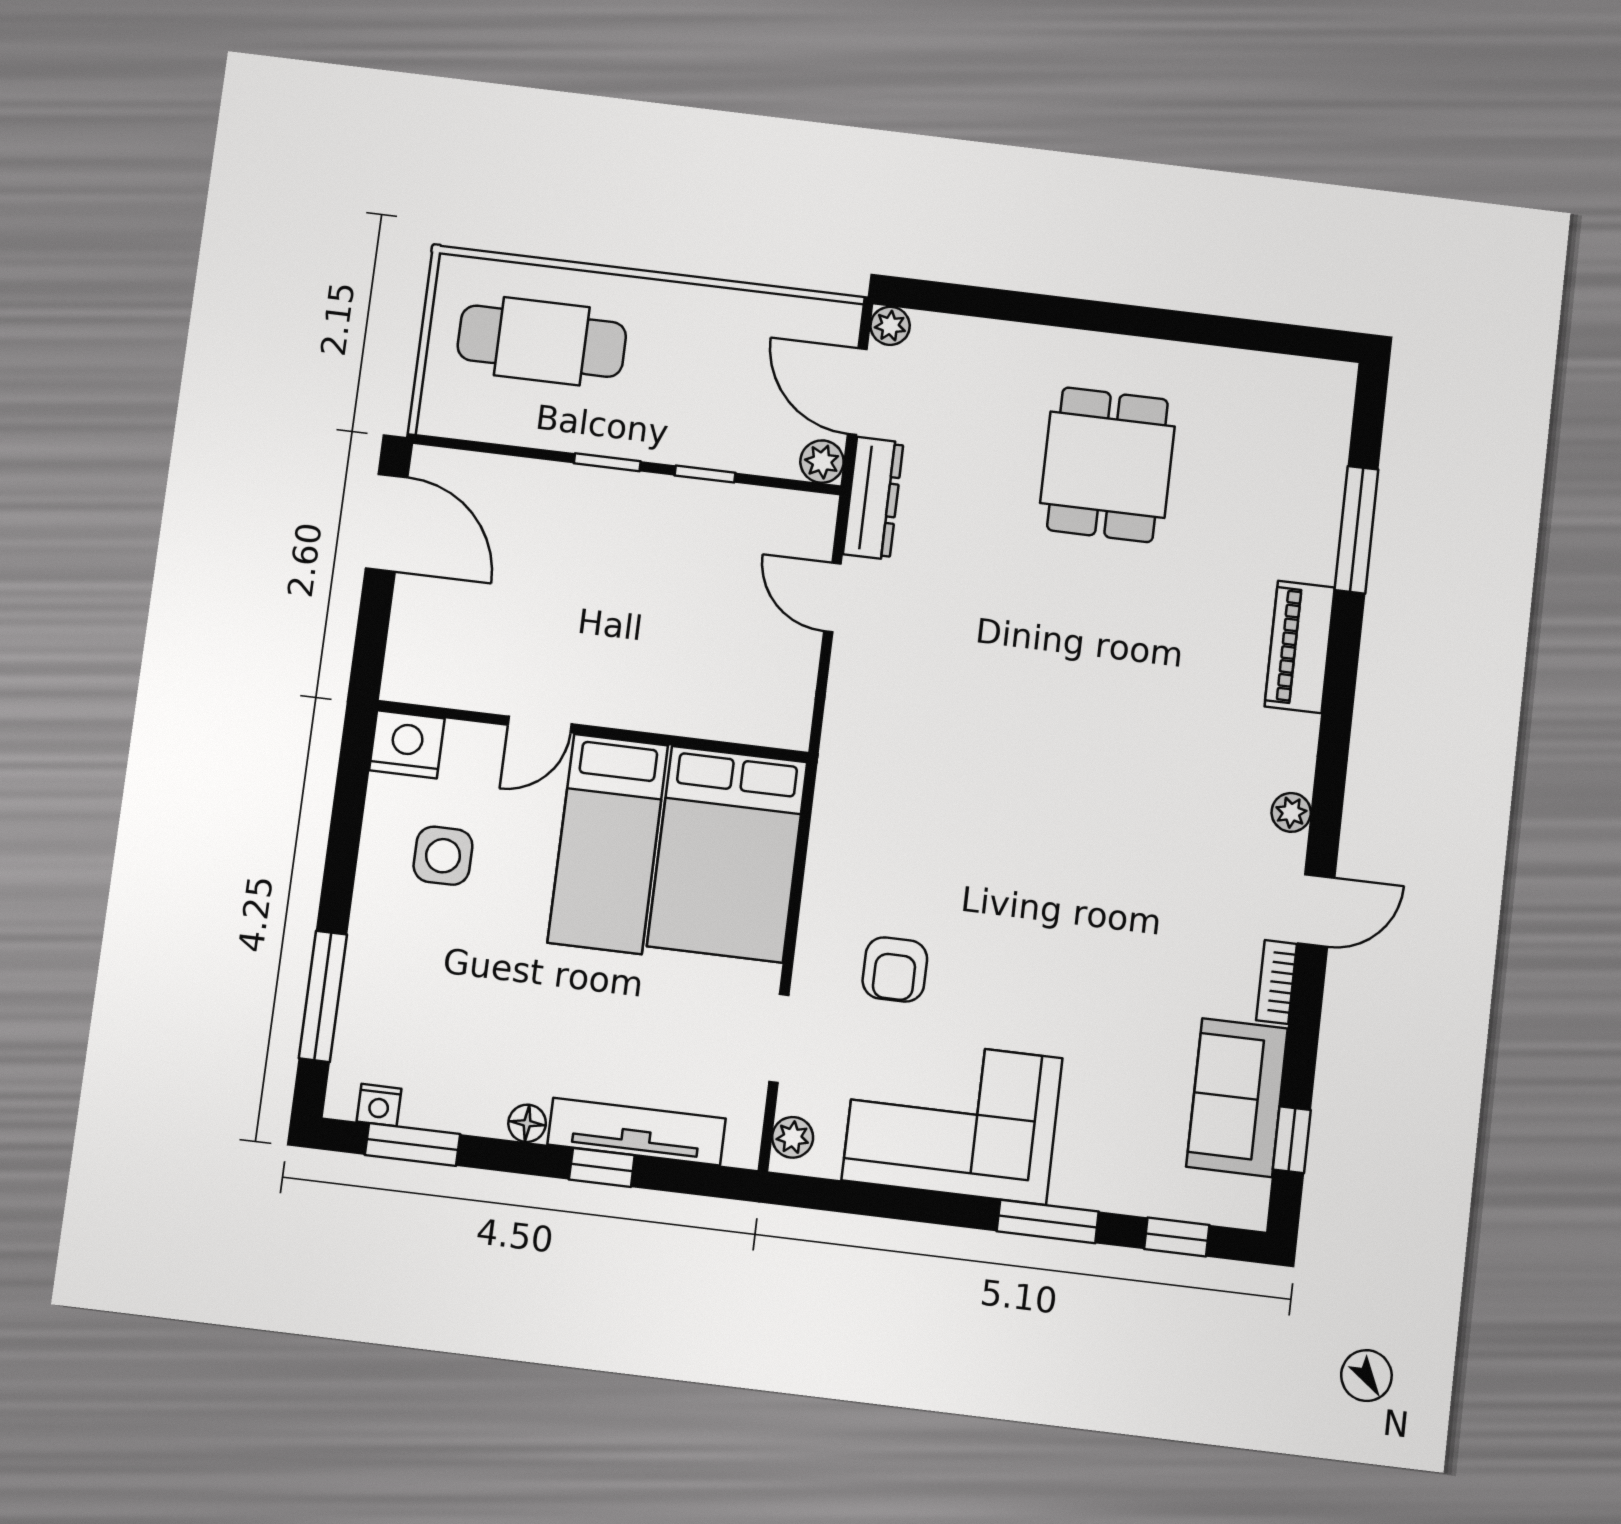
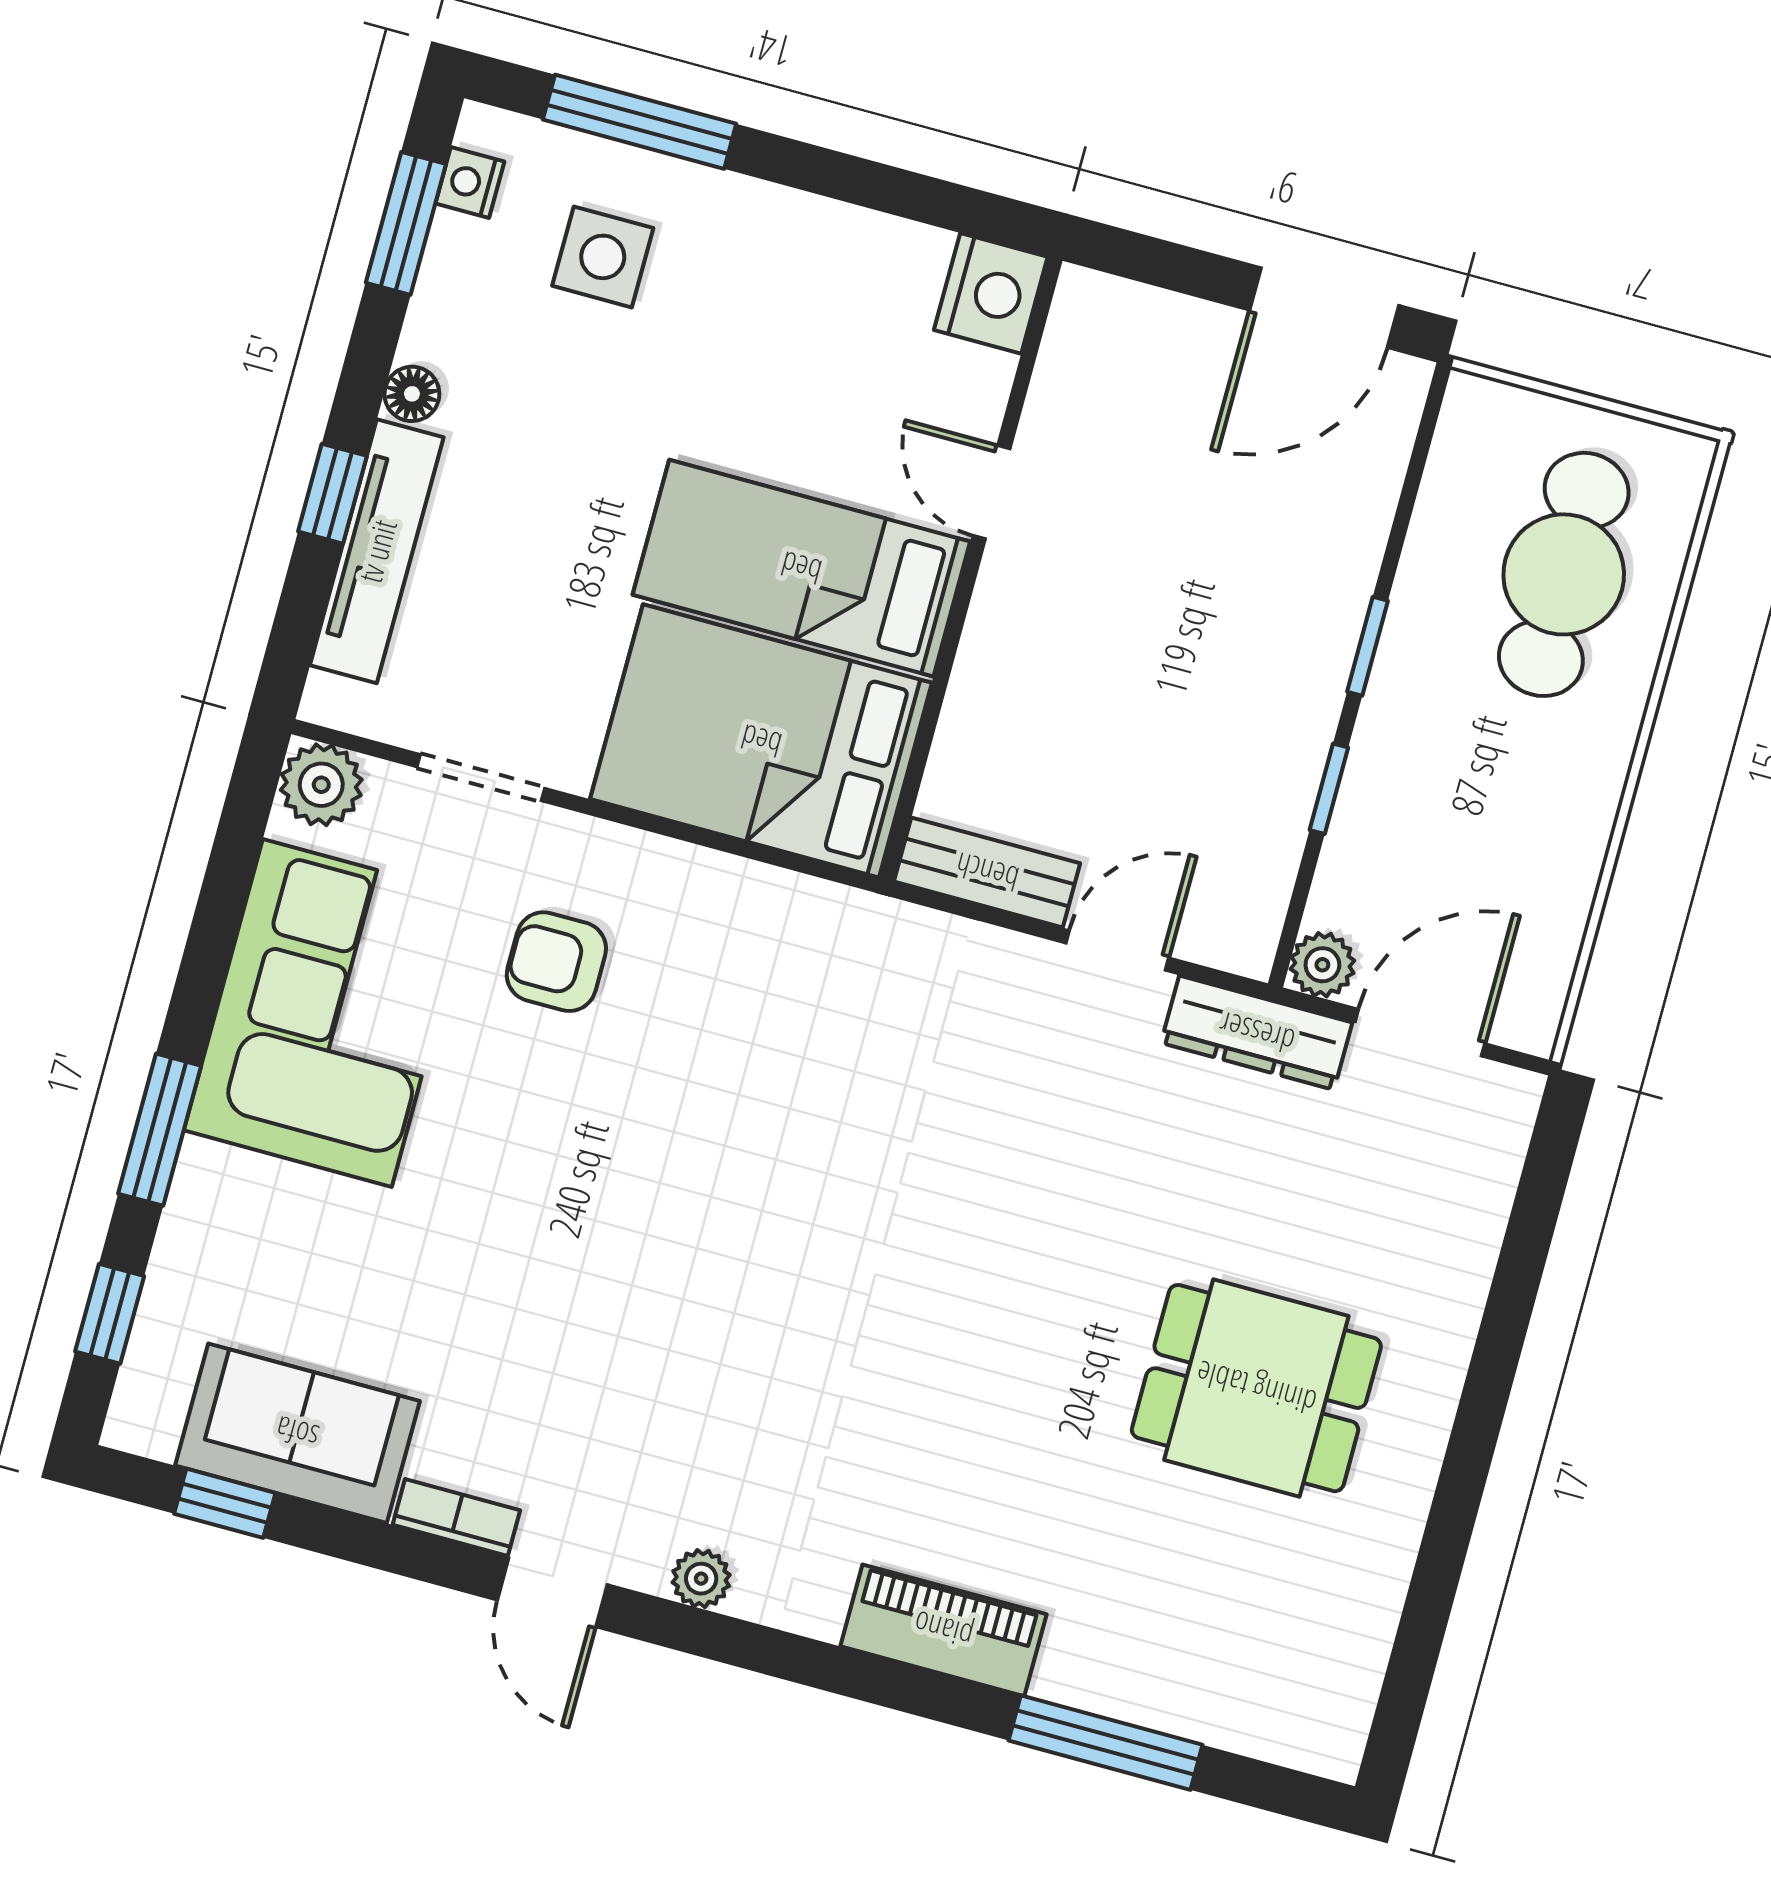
plant: (890, 326) -> (1512, 1096), removed
bench: (793, 691) -> (987, 872), added
side table: (443, 856) -> (603, 257), moved
plant: (793, 1137) -> (321, 785), width x1.38, depth x1.38

